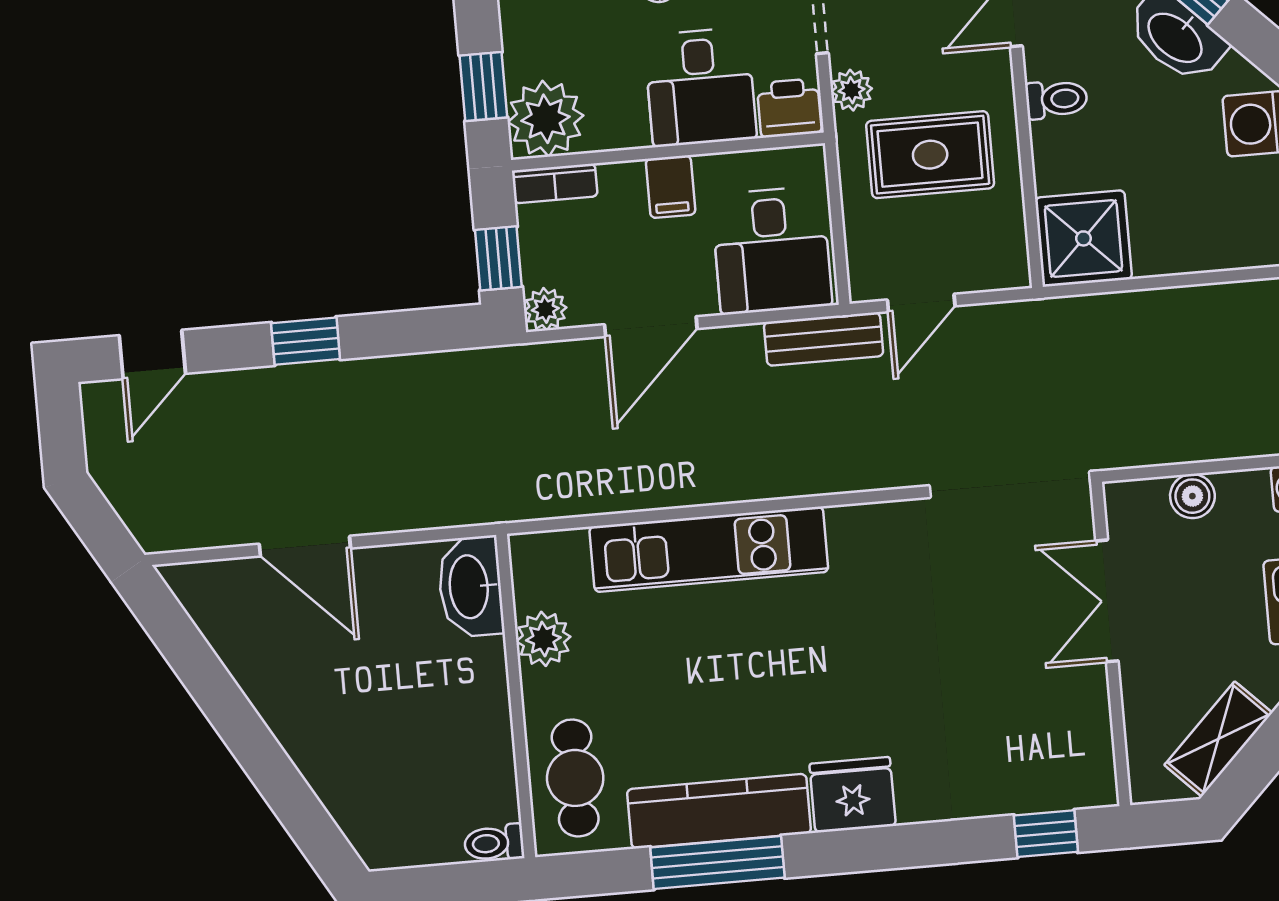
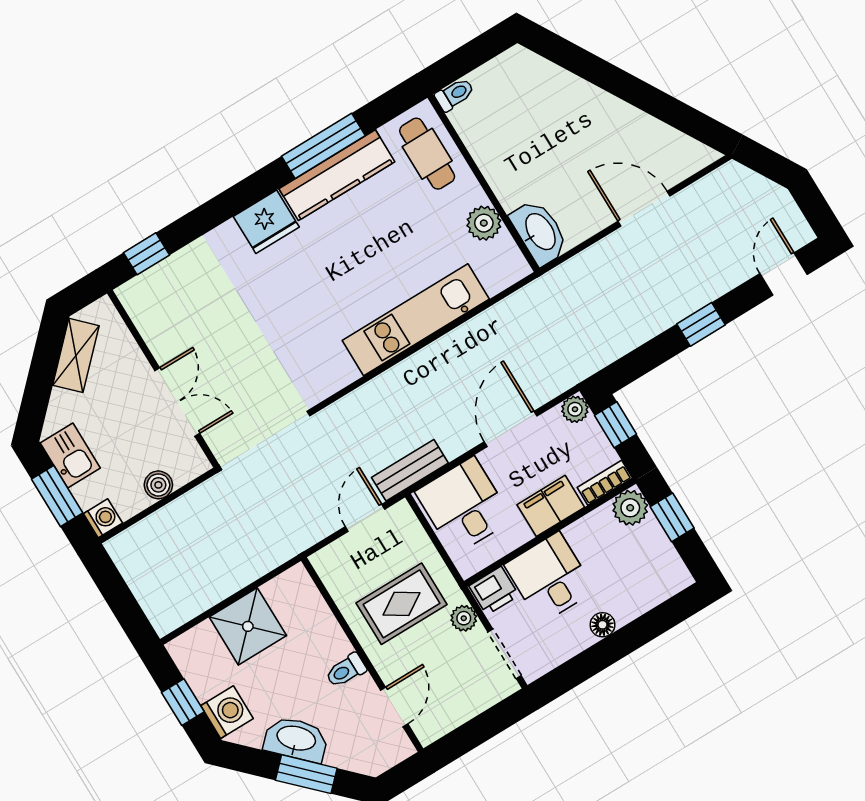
plant: (546, 119) -> (630, 508), width x0.73, depth x0.73
filing cabinet: (671, 187) -> (551, 506), width x2.00
shower: (1083, 238) -> (248, 626), moved

